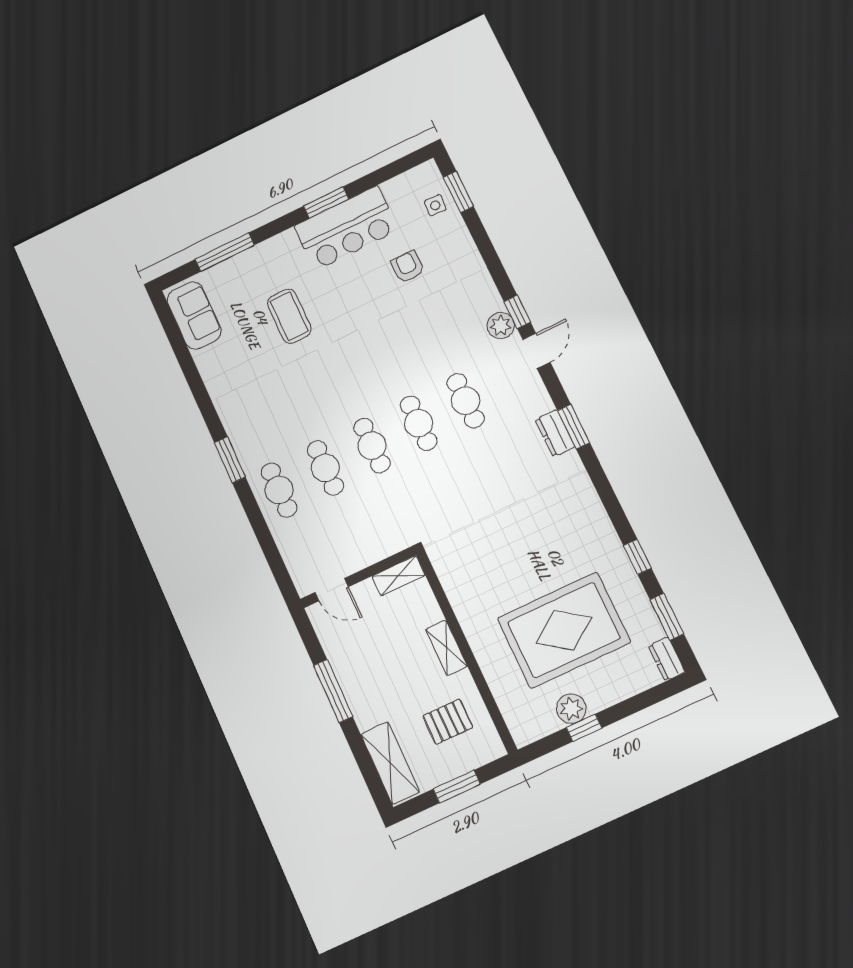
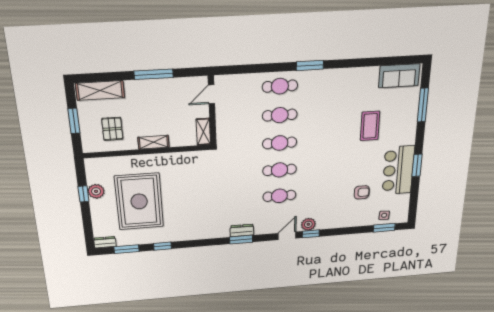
coffee table: (289, 316) -> (370, 126), turned 90
door: (536, 351) -> (287, 236), swing flipped

